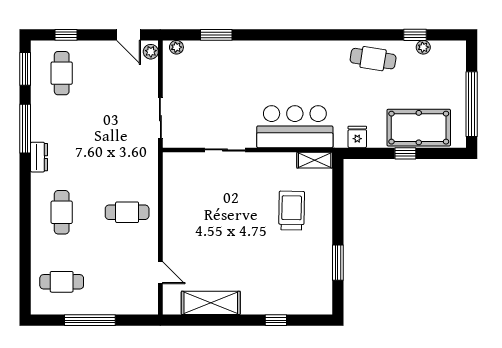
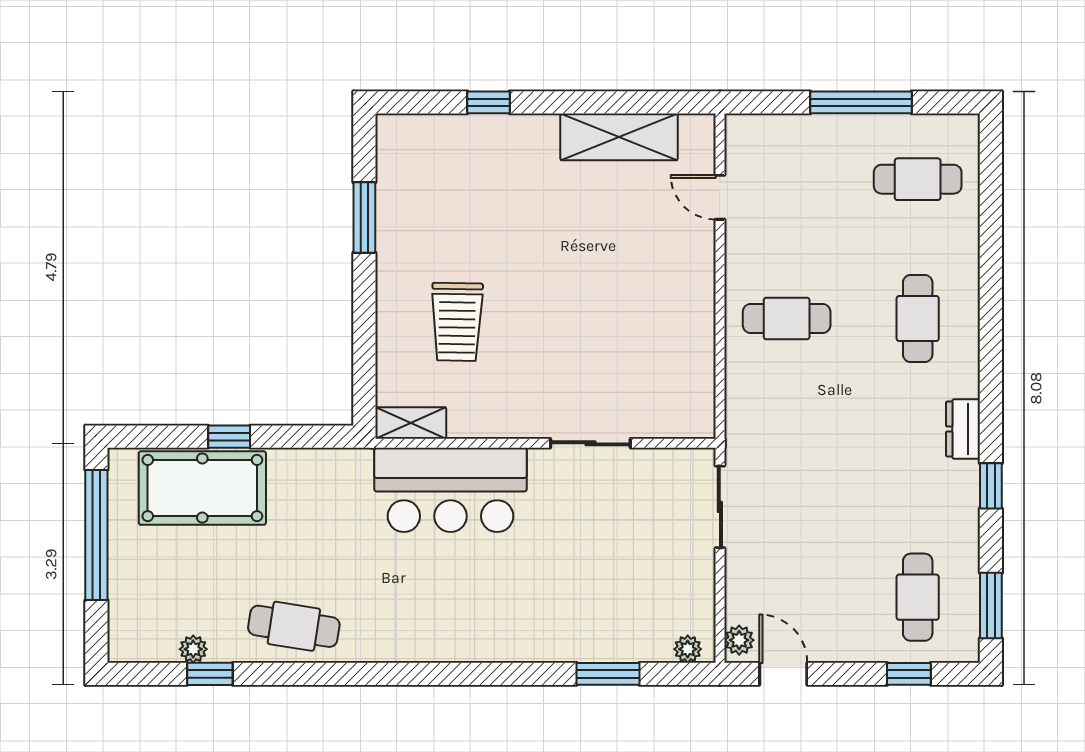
window: (25, 129) -> (991, 486), width x0.46
fridge: (357, 137) -> (325, 469), removed

